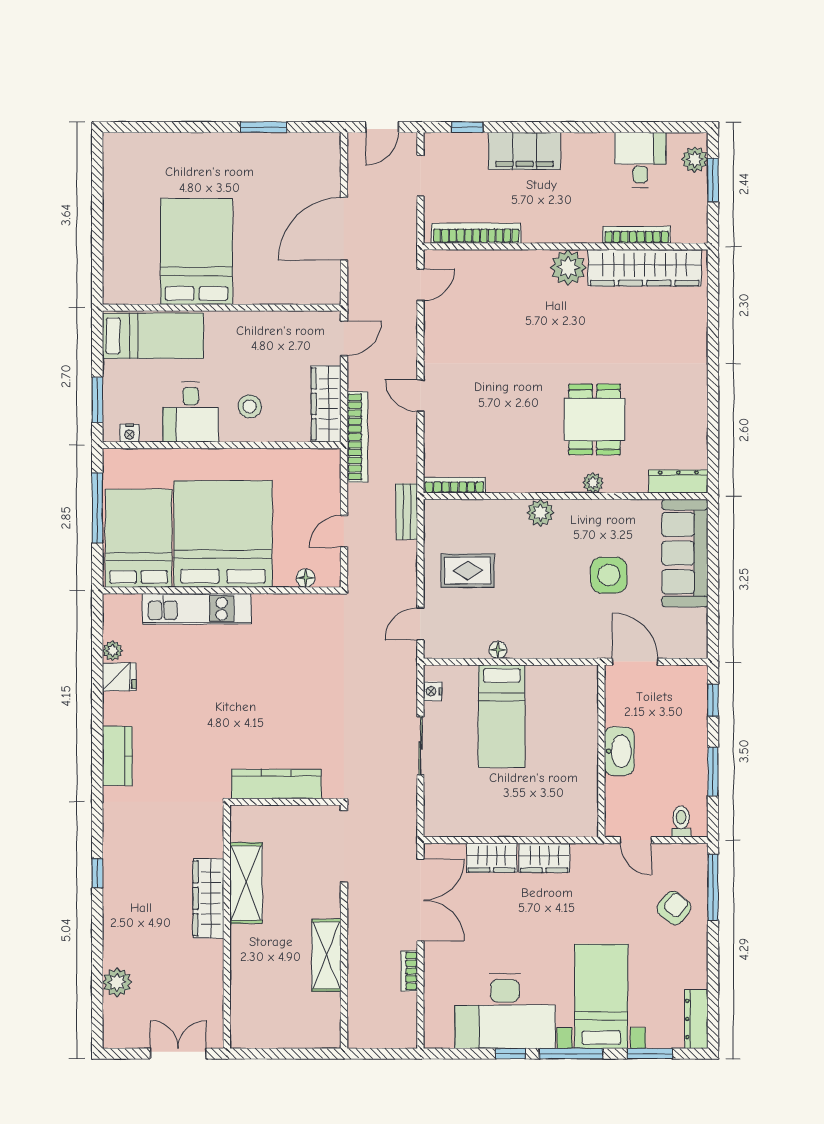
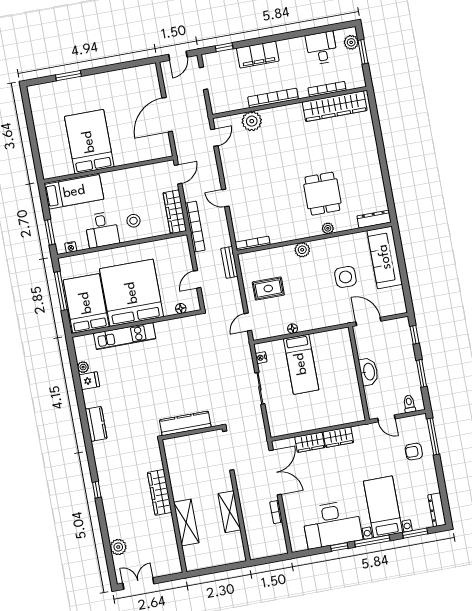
window: (264, 127) -> (68, 76), moved
bookcase: (476, 233) -> (273, 98), moved
plant: (568, 267) -> (252, 121), moved
shelving: (246, 883) -> (186, 523), moved
armchair: (674, 908) -> (414, 452), turned -129
double door: (178, 1054) -> (138, 584), moved

